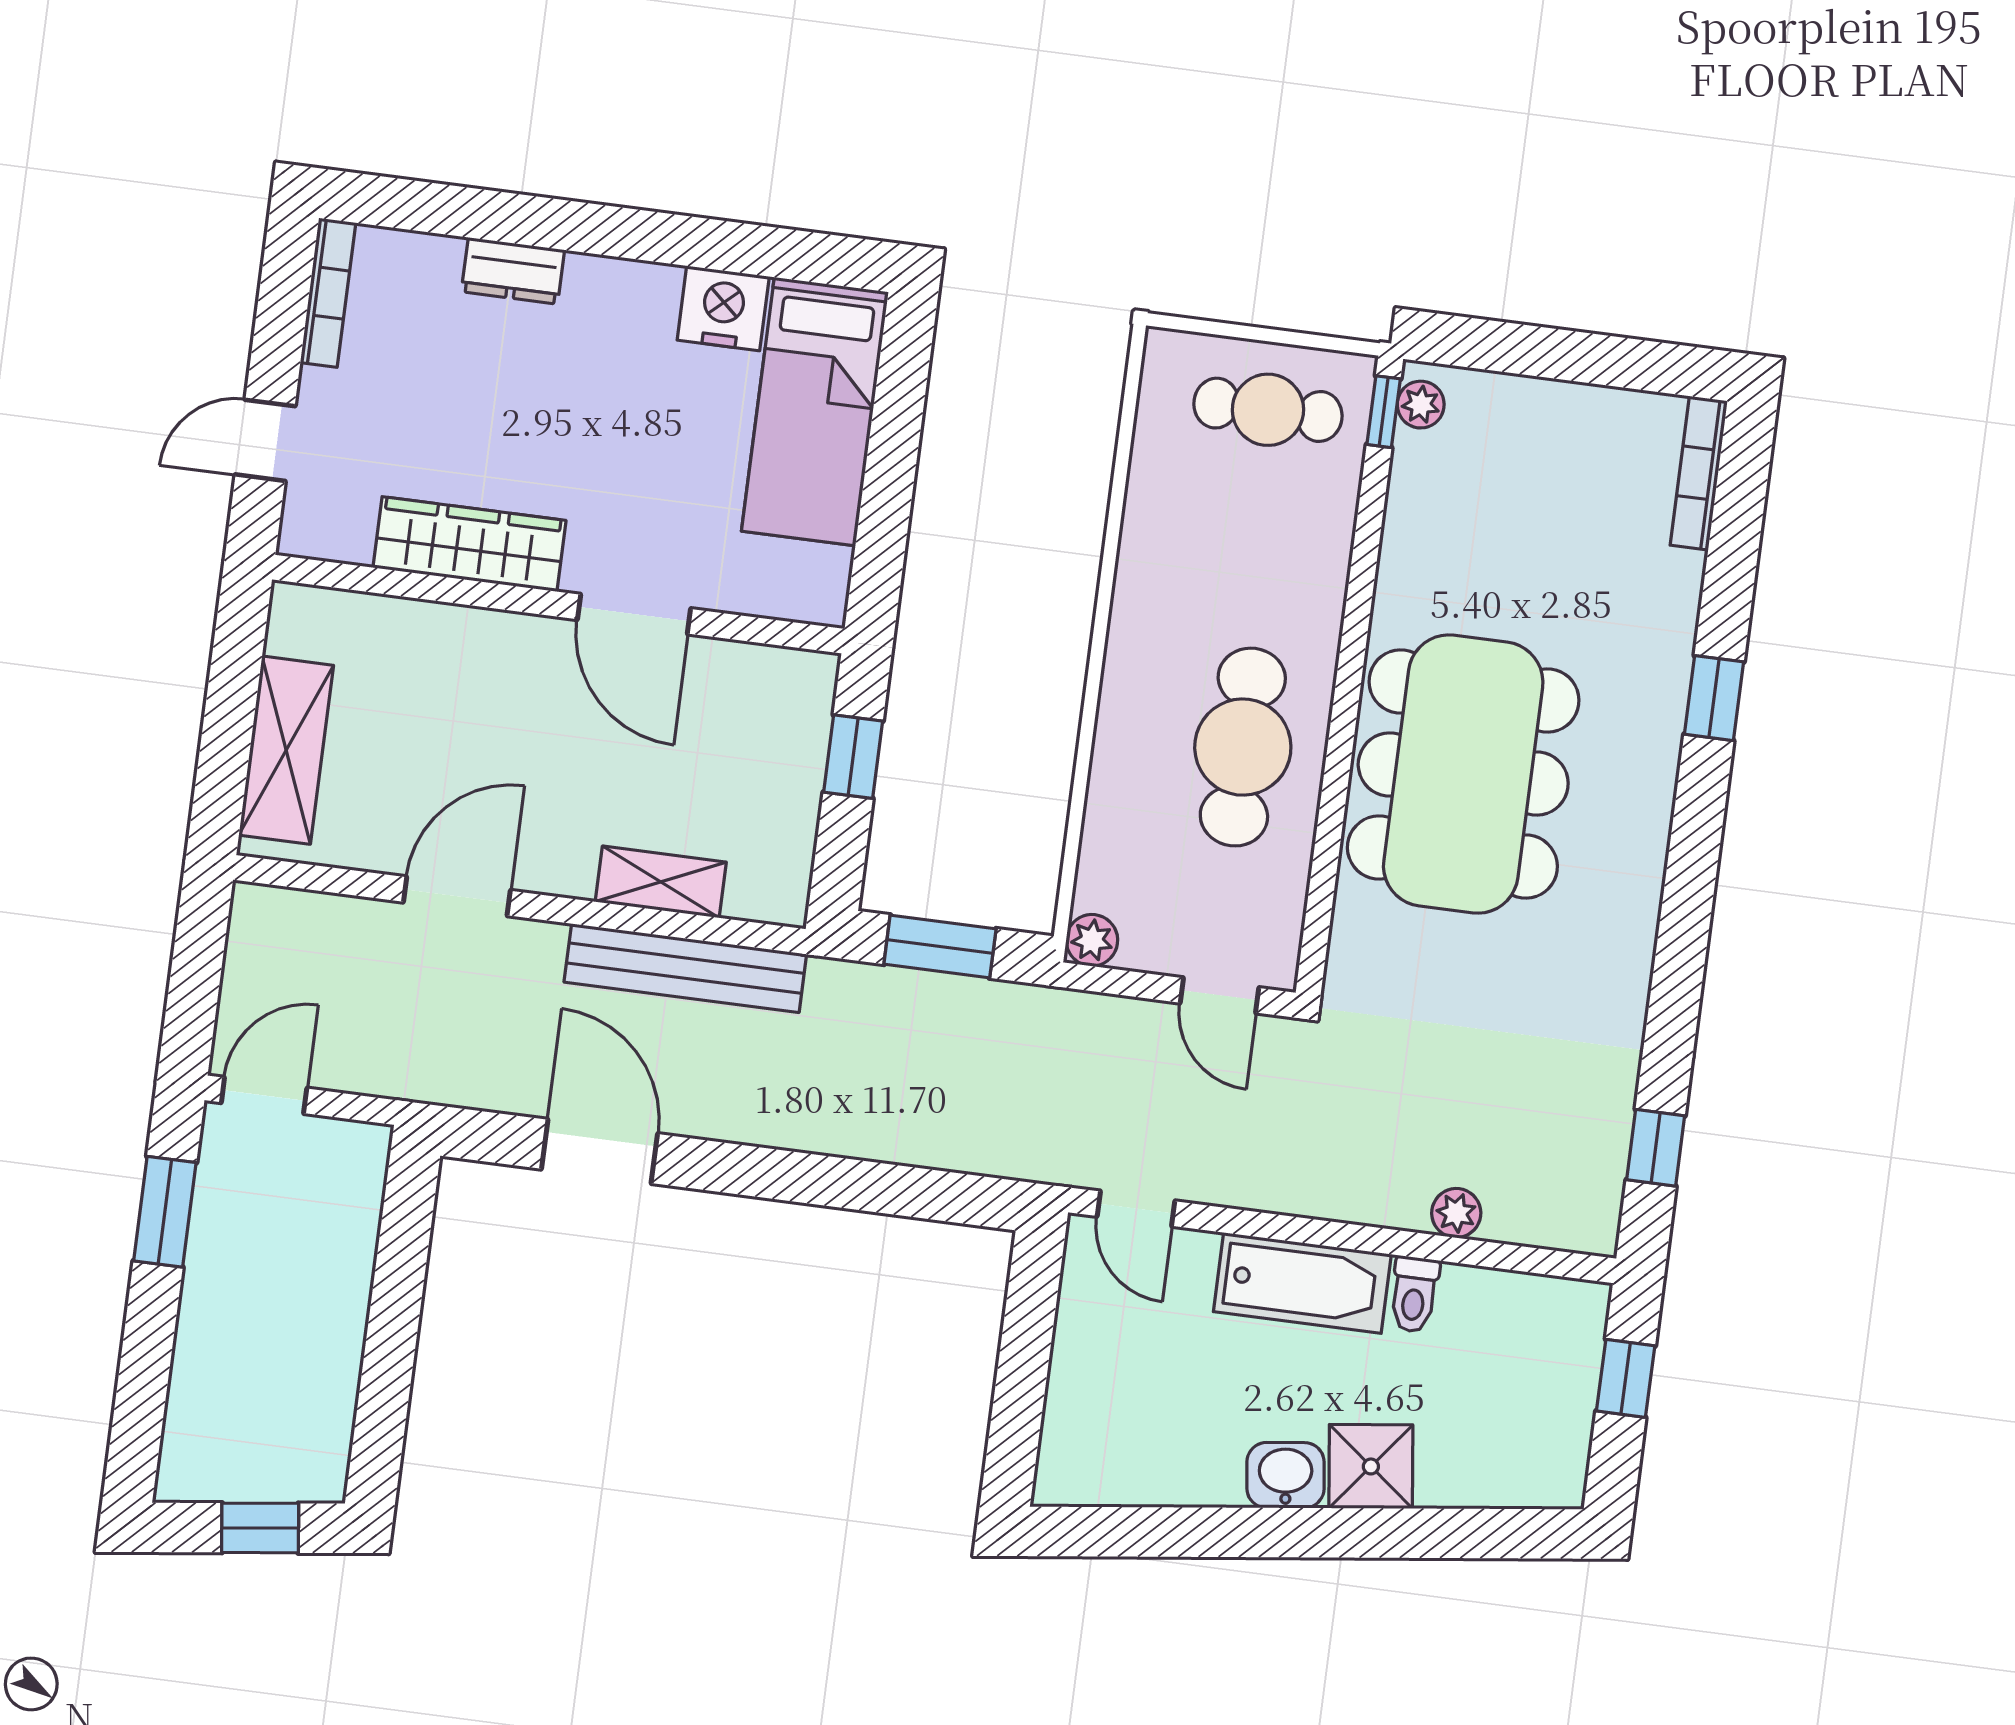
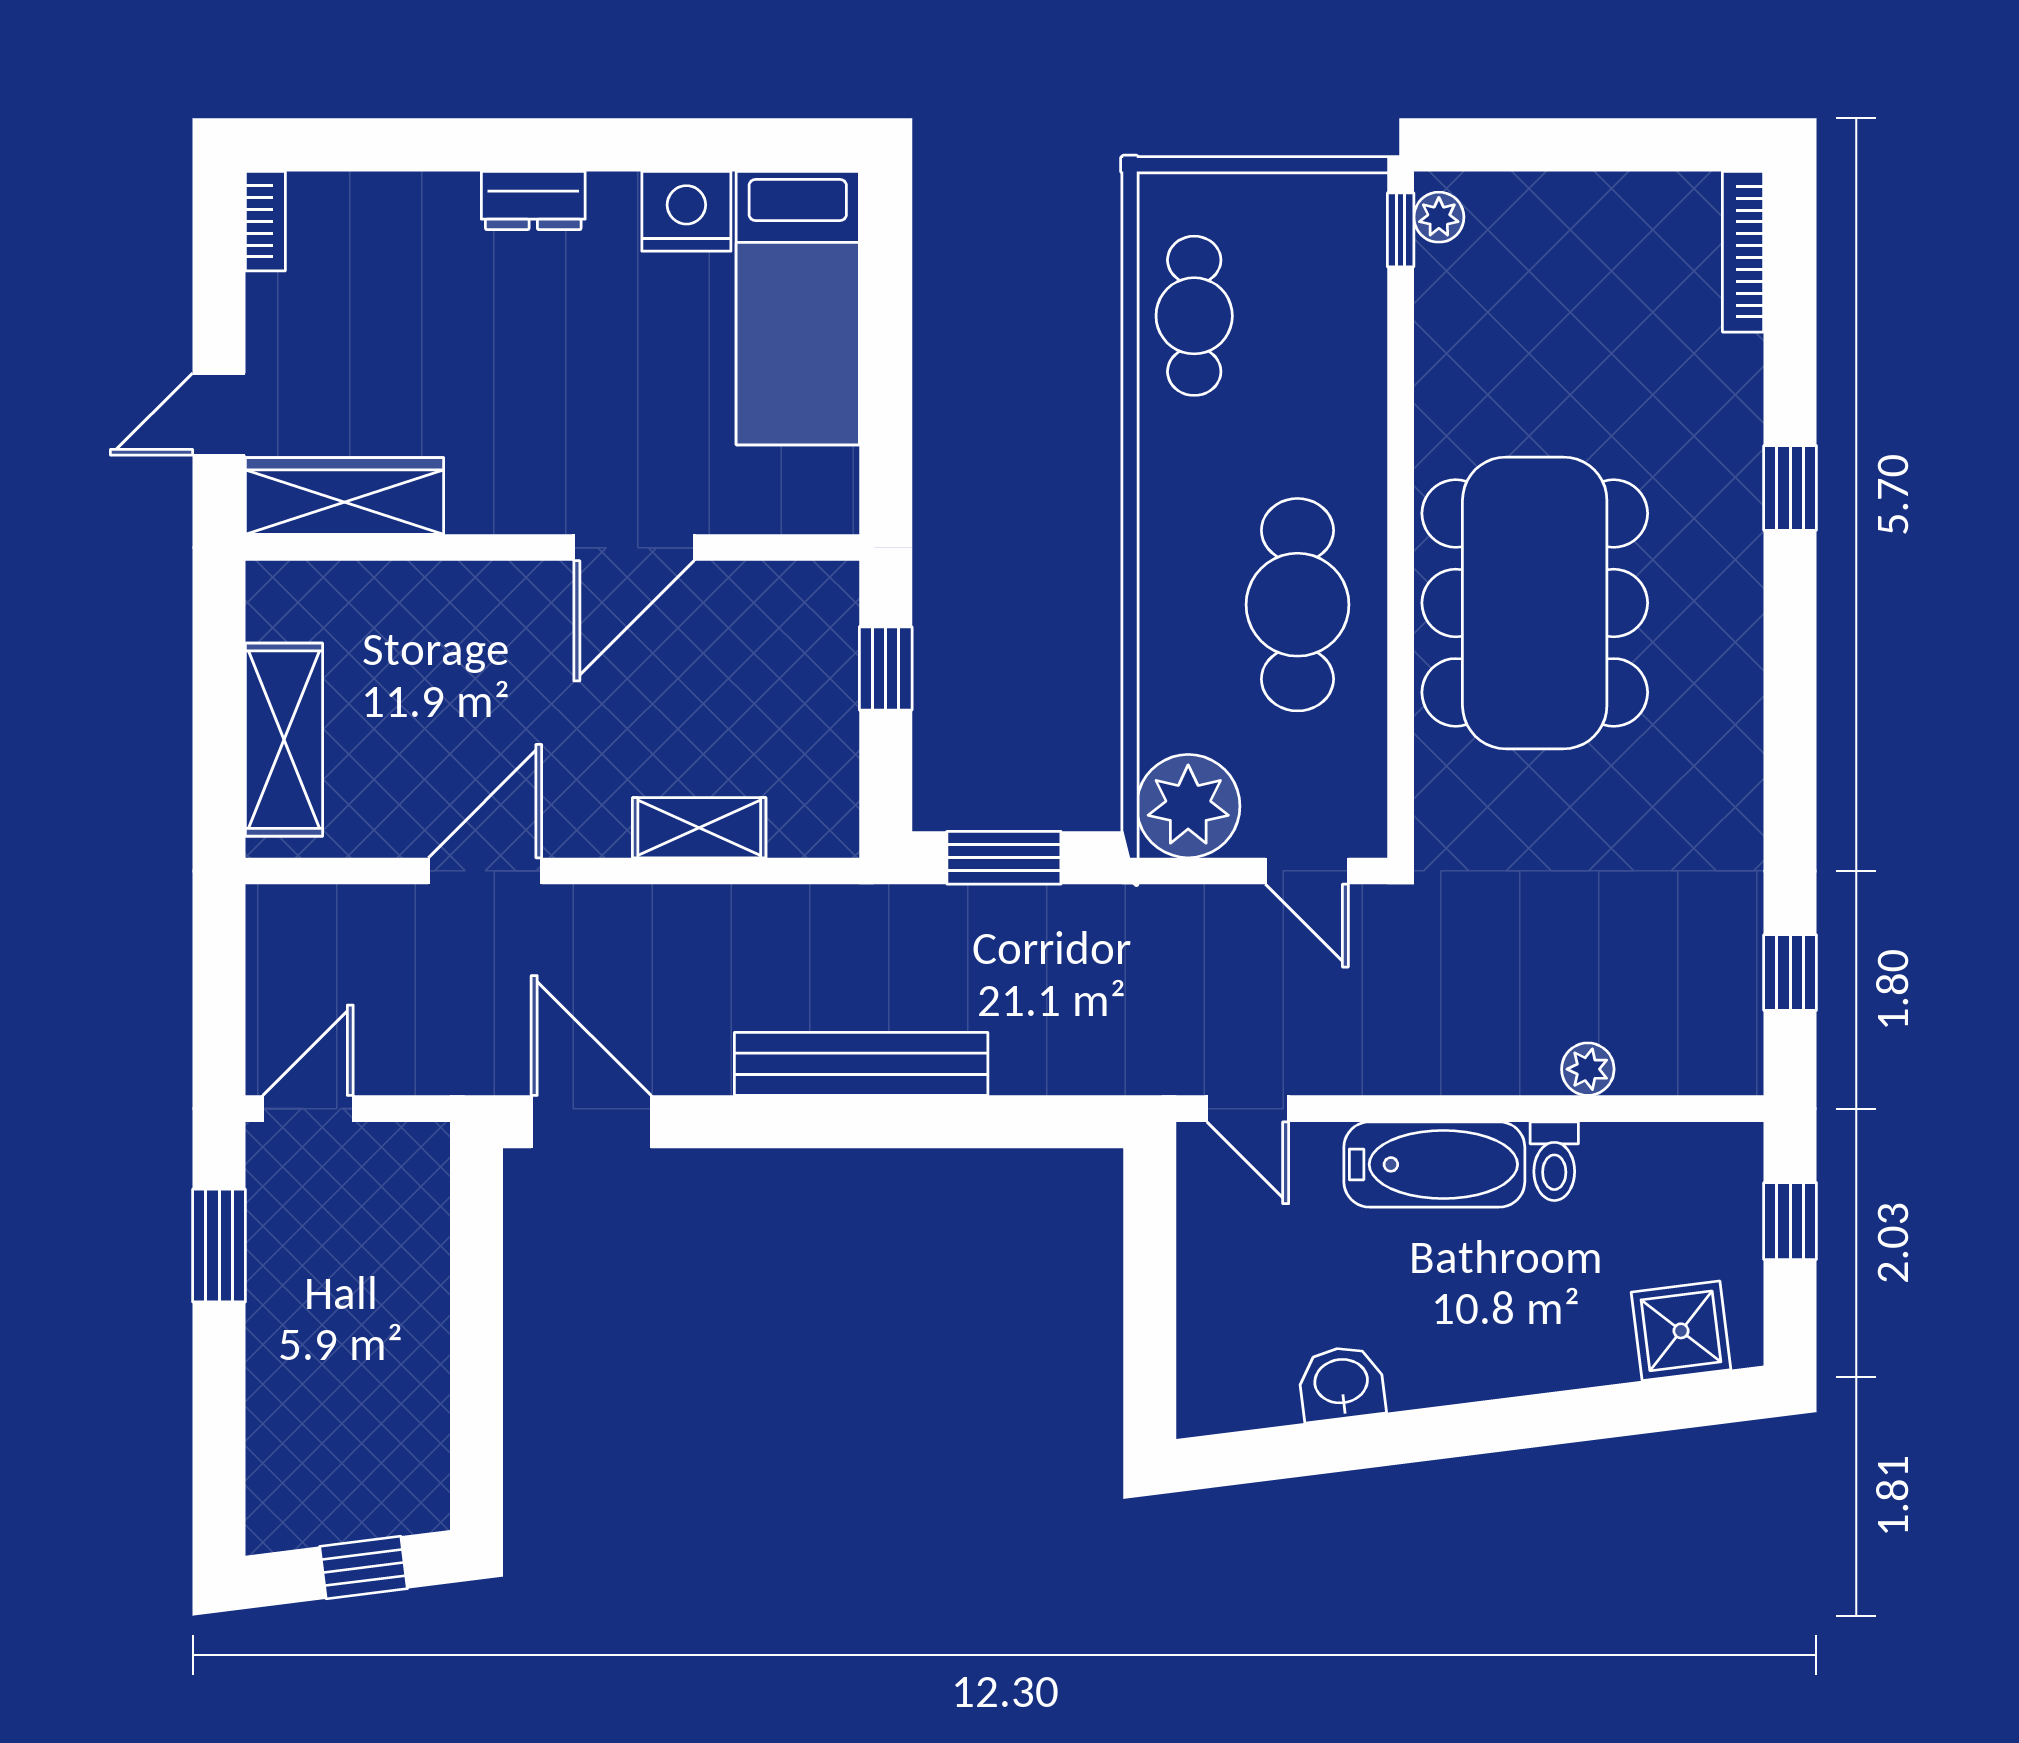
dresser: (513, 271) -> (533, 200), moved
bookcase: (328, 293) -> (265, 221), width x0.64
cafe table: (1268, 410) -> (1194, 316), moved, turned 90
wardrobe: (469, 544) -> (345, 496), moved
door: (634, 614) -> (634, 548), hinge flipped
plant: (1092, 940) -> (1188, 806), width x1.88, depth x1.88
bench: (685, 968) -> (861, 1064), moved
door: (600, 1151) -> (591, 1122), moved
shower: (1371, 1466) -> (1681, 1331), moved
washbasin: (1285, 1475) -> (1341, 1383), moved

